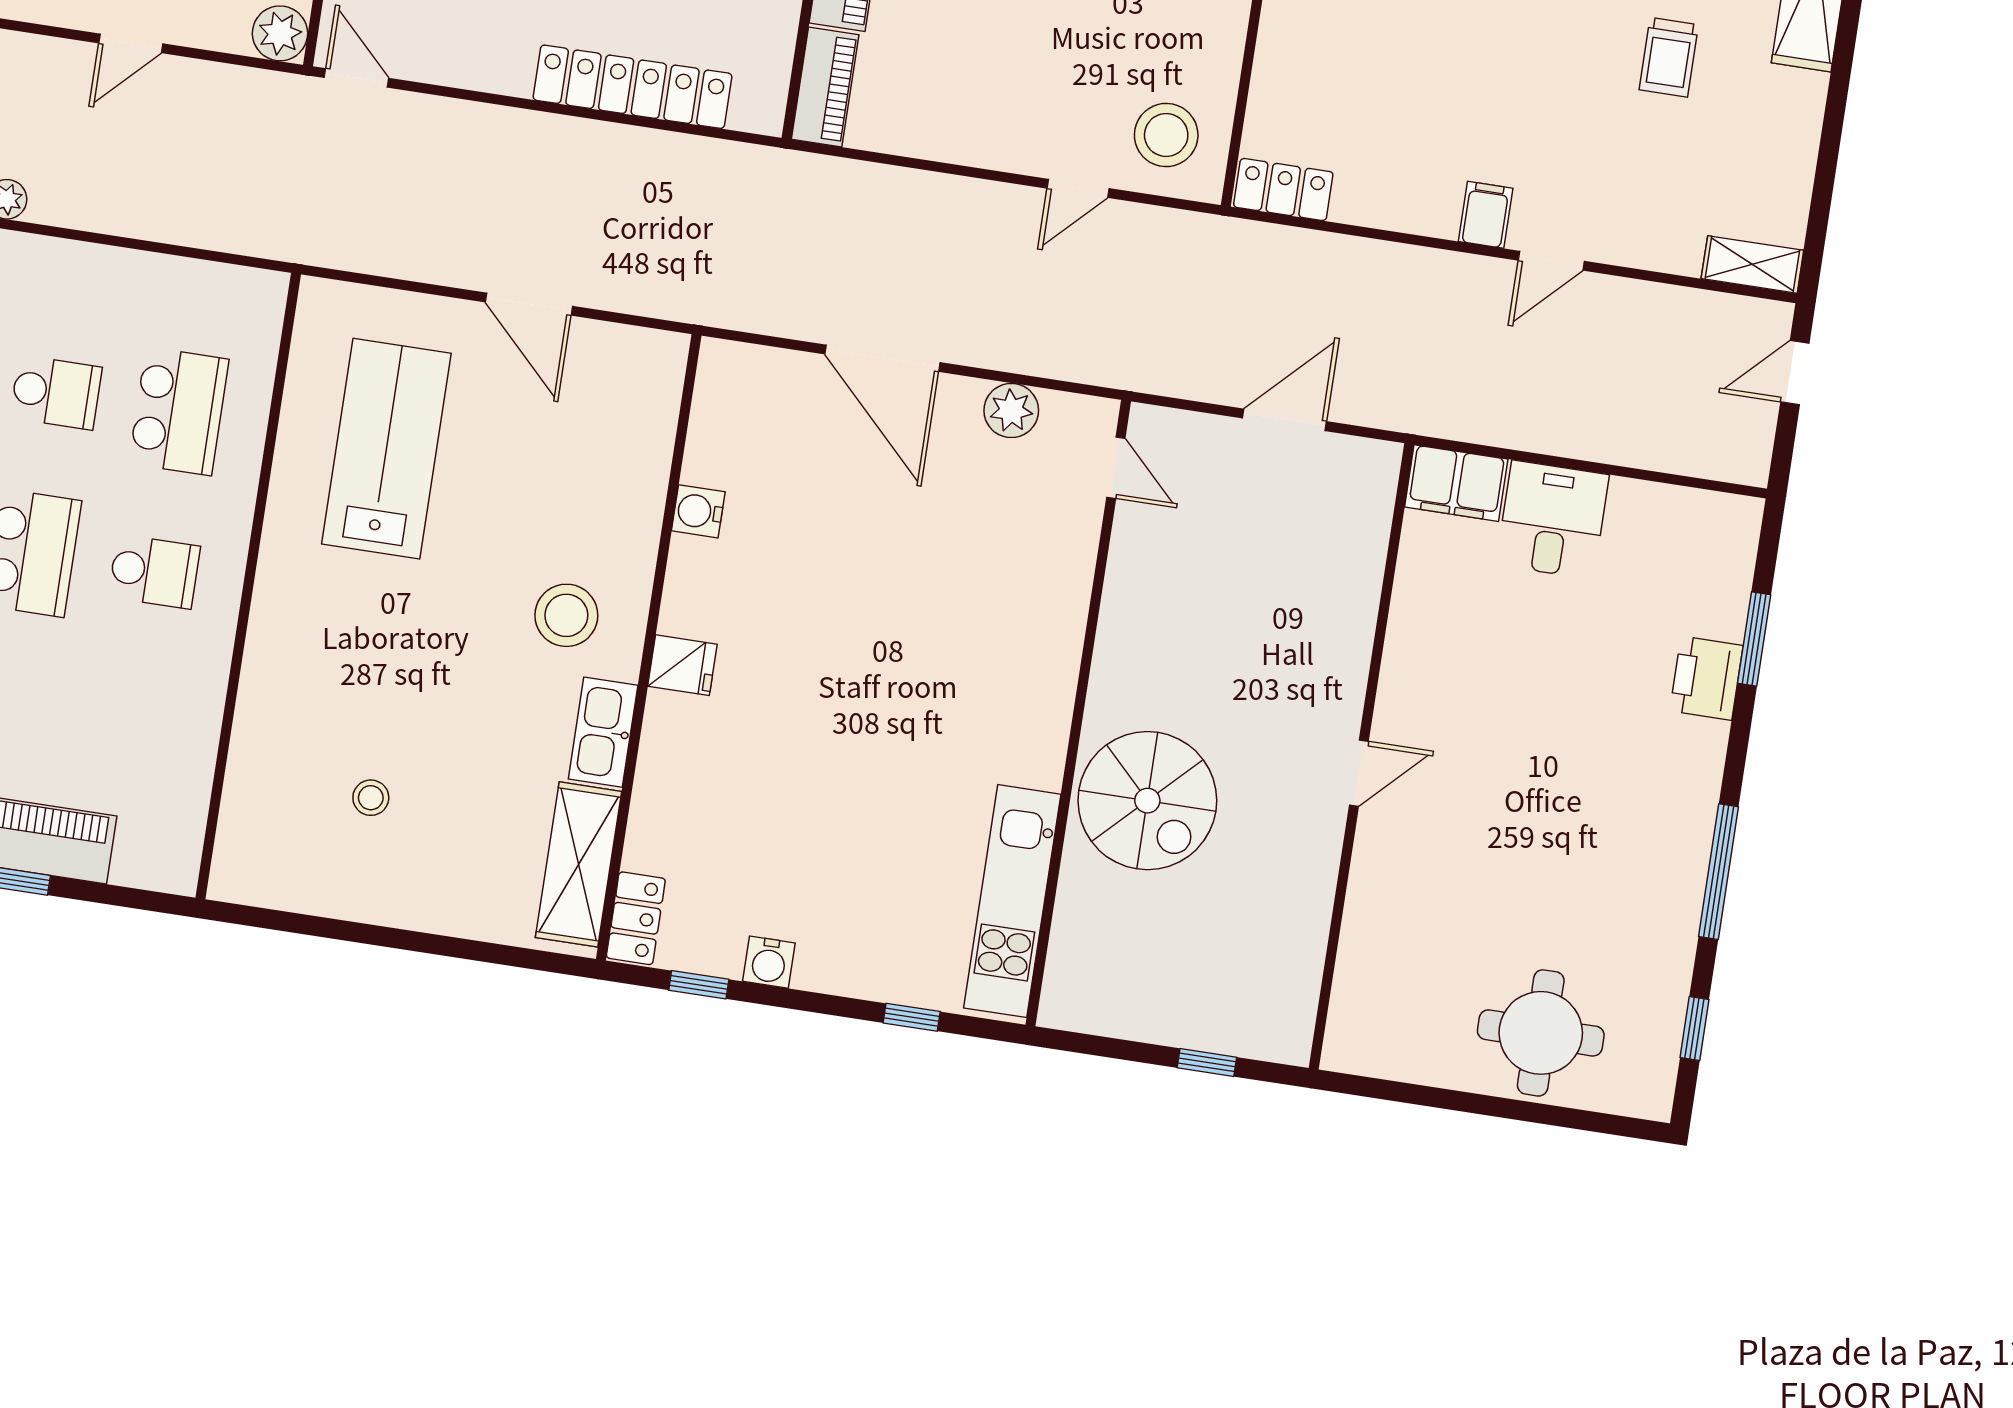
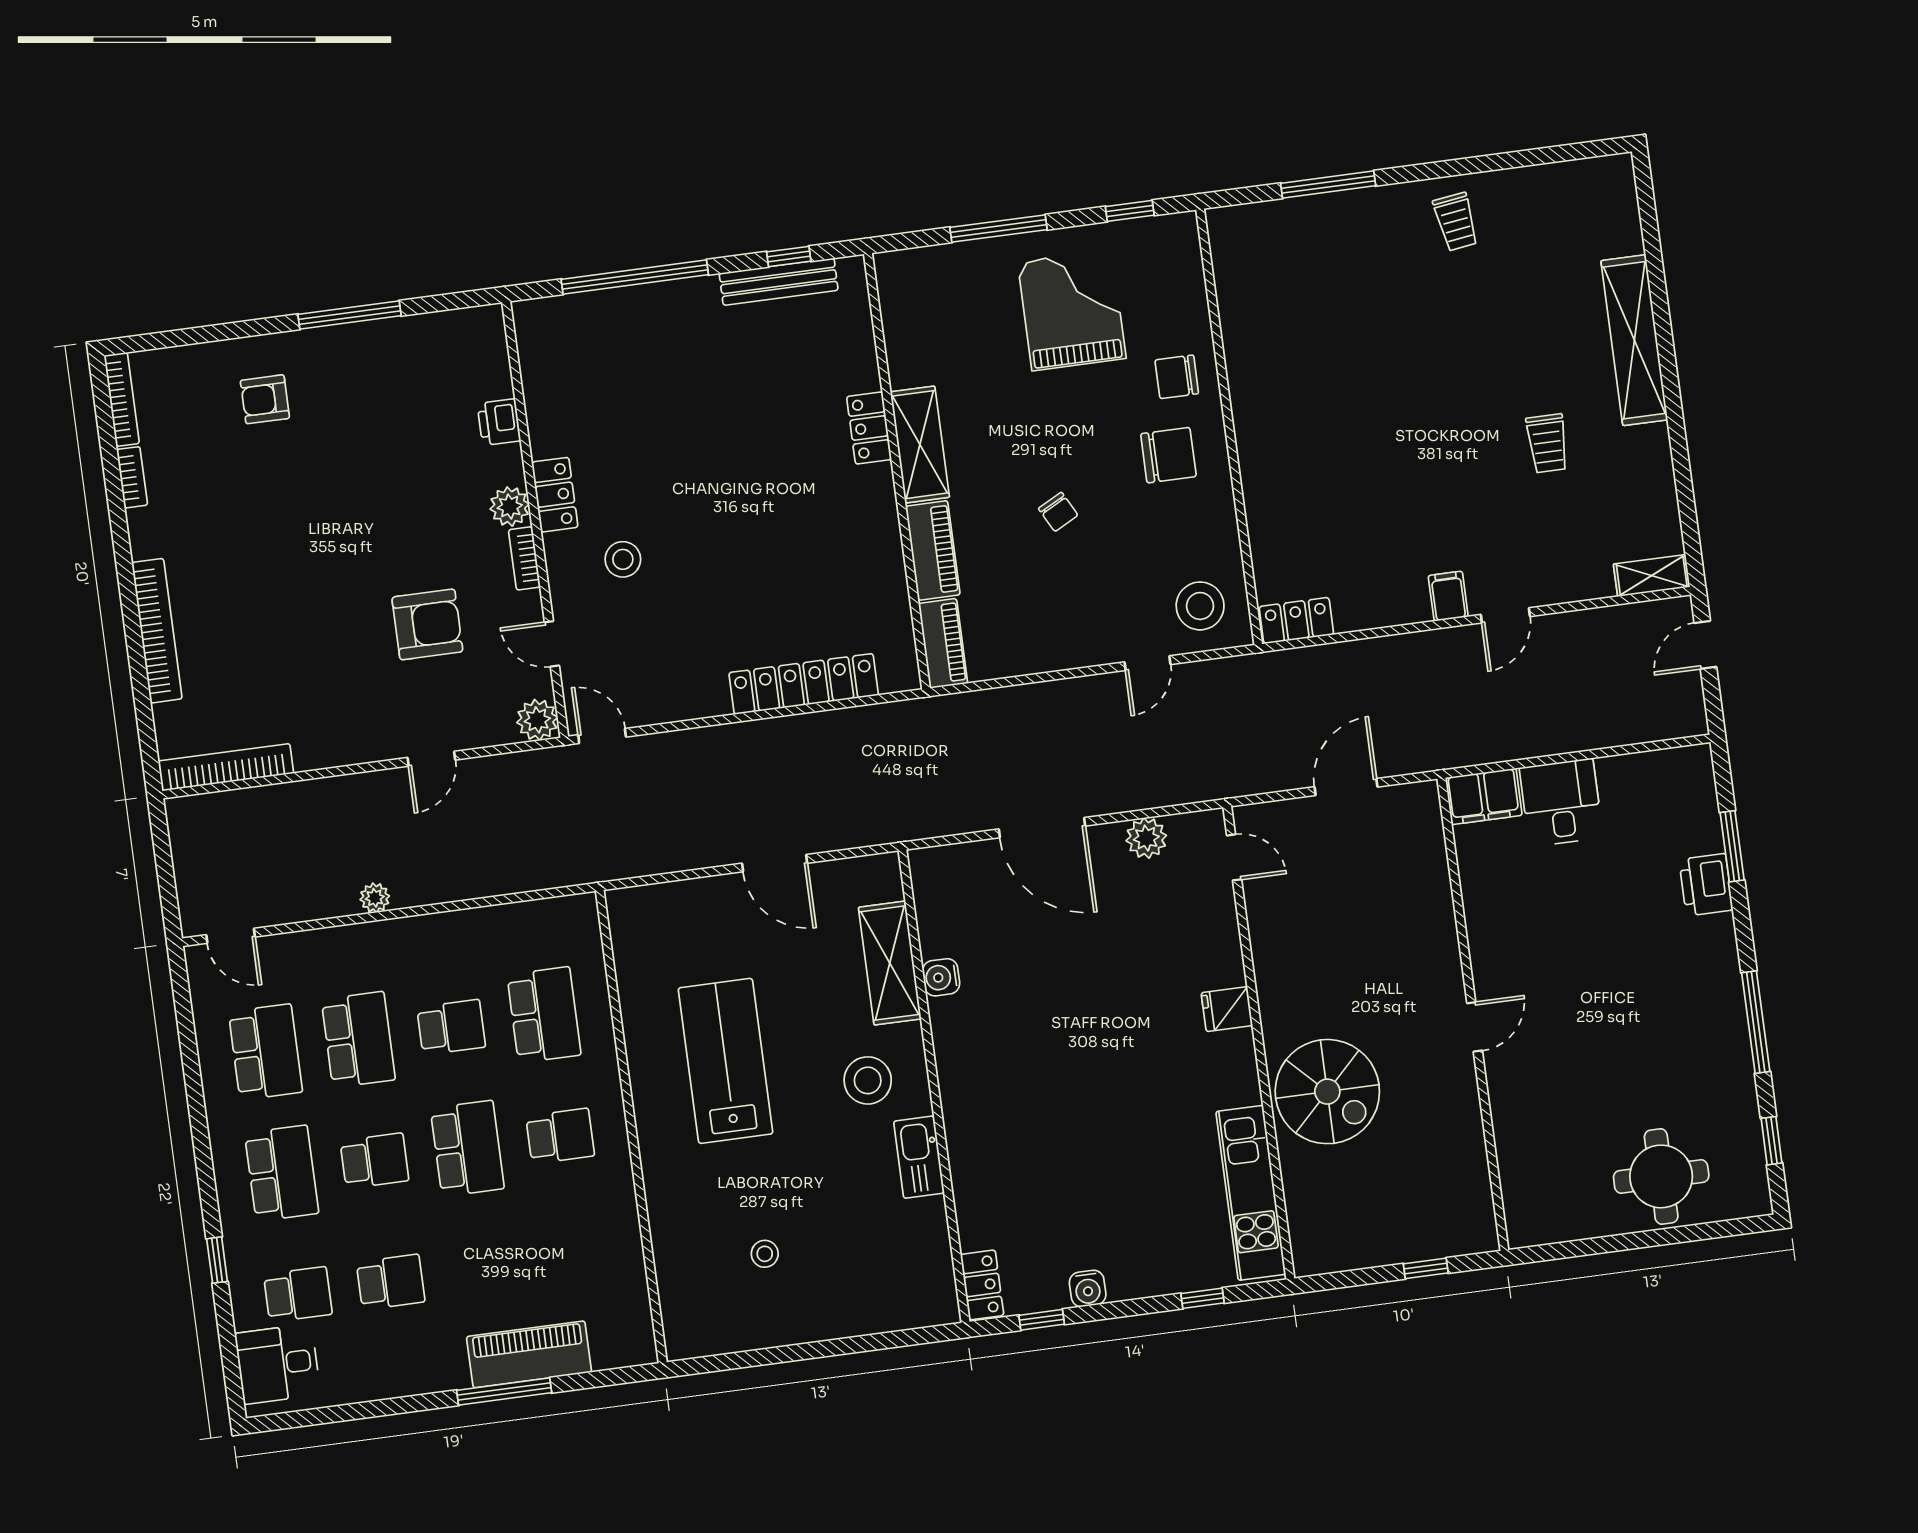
lab bench: (386, 449) -> (726, 1061), moved
fridge: (682, 665) -> (1227, 1009), moved, turned 180
shelving: (579, 864) -> (890, 963), moved

